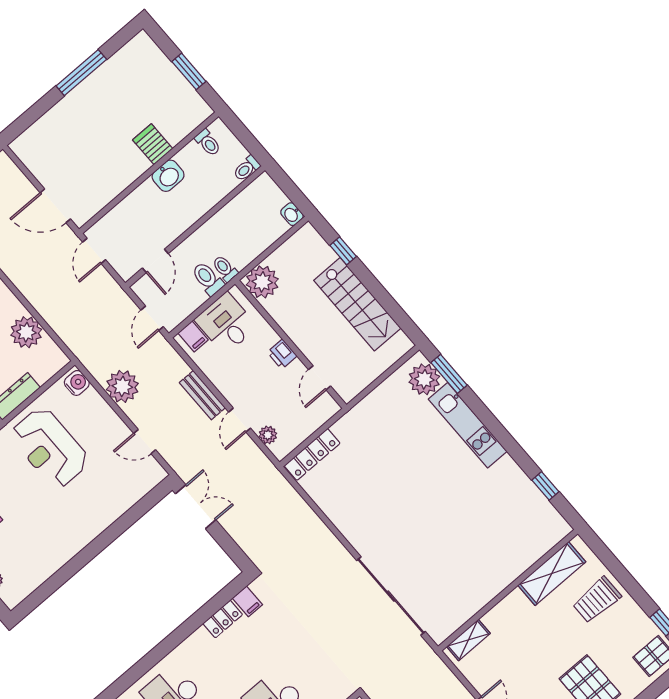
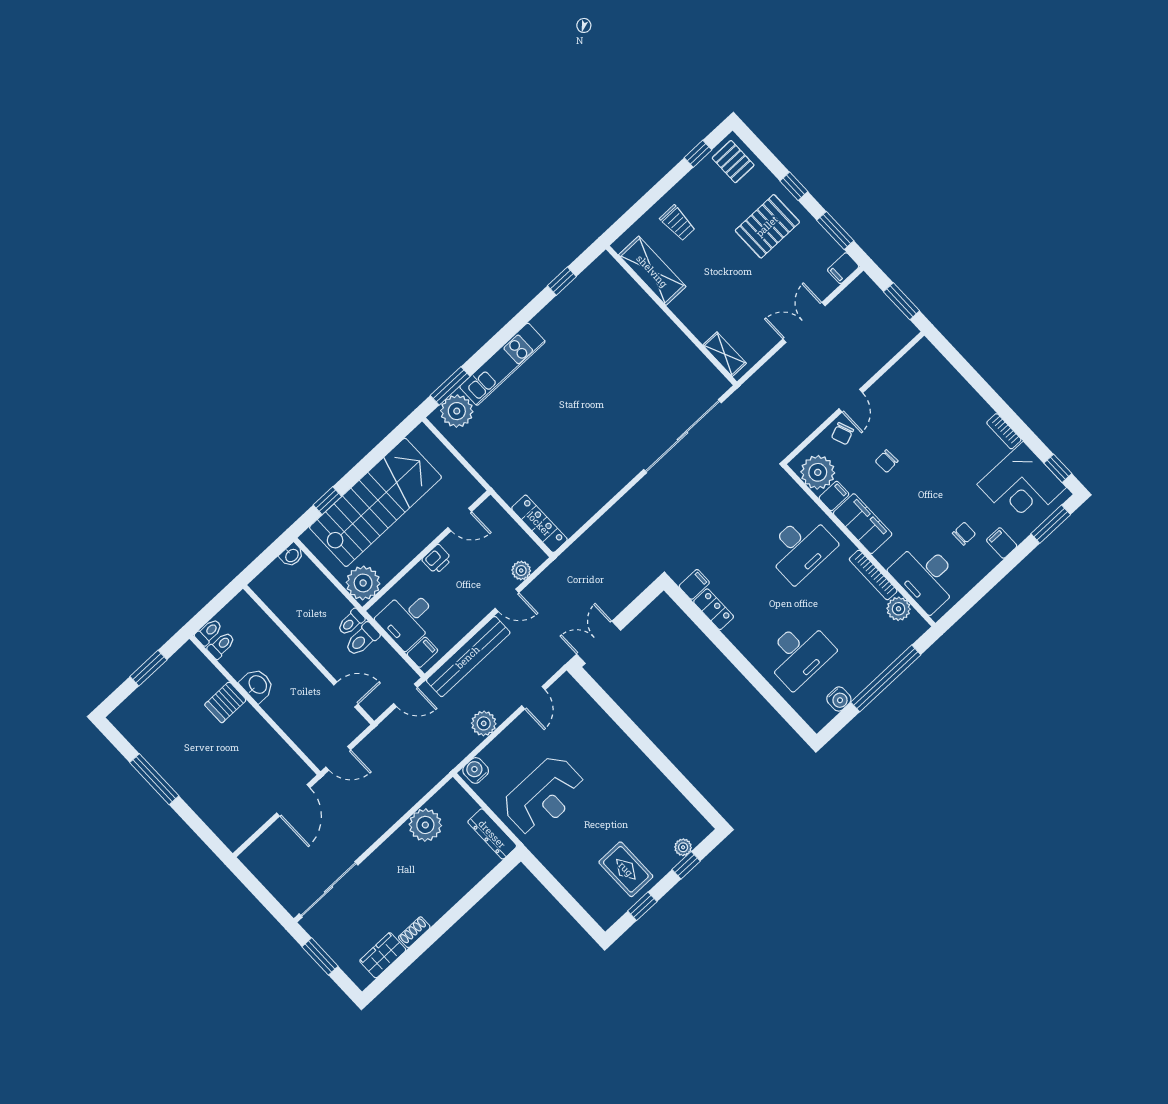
toilet: (247, 168) -> (209, 632), moved, turned -90
stairs: (357, 304) -> (375, 502), width x1.36, depth x1.51
plant: (122, 386) -> (484, 723), width x0.73, depth x0.73
bench: (202, 395) -> (468, 657), width x1.86, depth x1.21
trolley: (597, 600) -> (678, 223), width x0.73, depth x0.72

